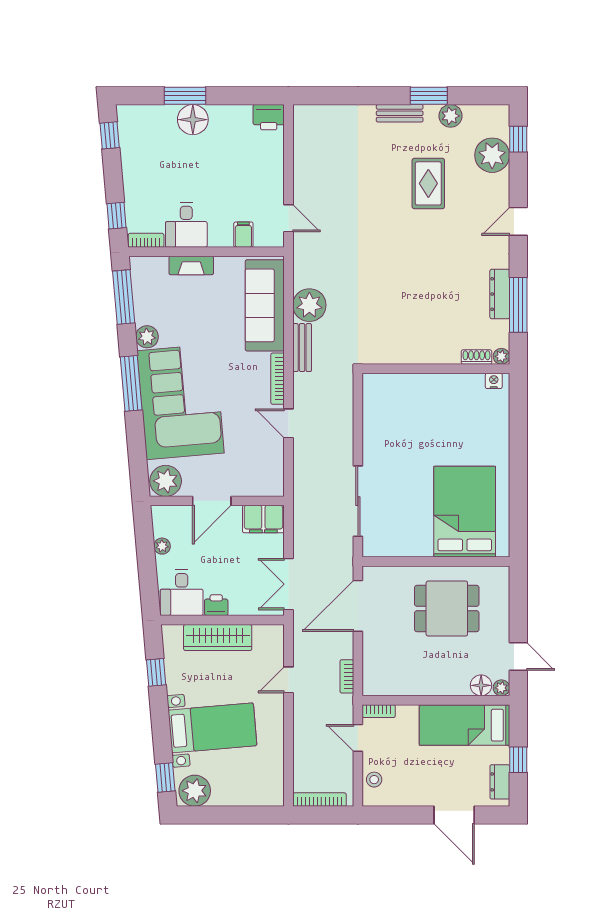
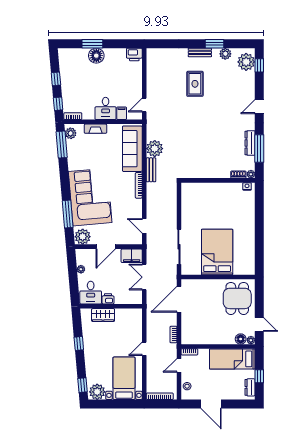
window: (110, 135) -> (56, 79), moved
plant: (492, 155) -> (246, 62), moved
rug: (428, 183) -> (195, 84), moved
door: (289, 218) -> (144, 105), swing flipped
desk: (186, 225) -> (106, 108), moved
plant: (147, 337) -> (71, 133), moved
window: (131, 383) -> (68, 214), moved
door: (289, 423) -> (144, 226), moved
bed: (465, 512) -> (217, 252), moved
double door: (289, 584) -> (144, 277), moved
dining table: (447, 609) -> (237, 298), moved, turned 90
wardrobe: (218, 638) -> (103, 315), width x0.67
window: (156, 672) -> (79, 343), moved
door: (289, 680) -> (144, 349), moved
bed with nightstands: (212, 728) -> (124, 378), moved, turned -85
door: (358, 738) -> (179, 365), hinge flipped
door: (454, 815) -> (211, 404), moved

